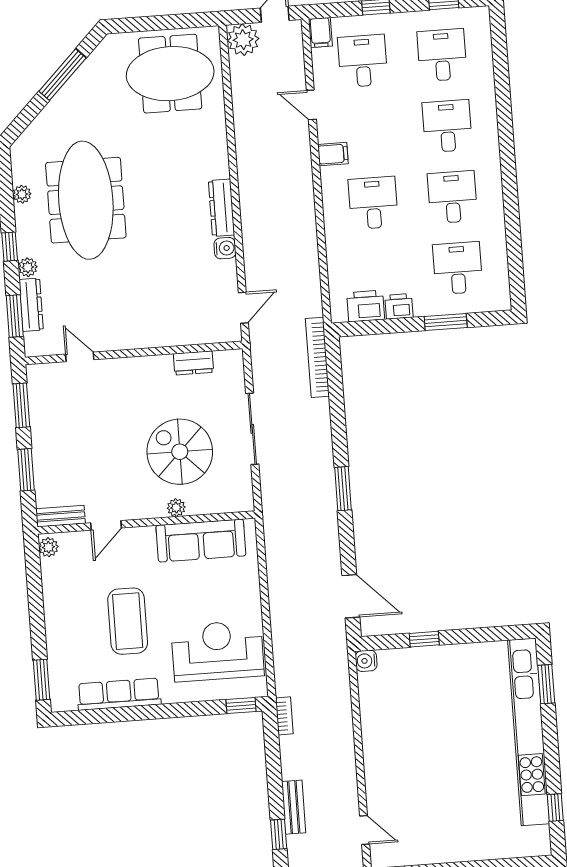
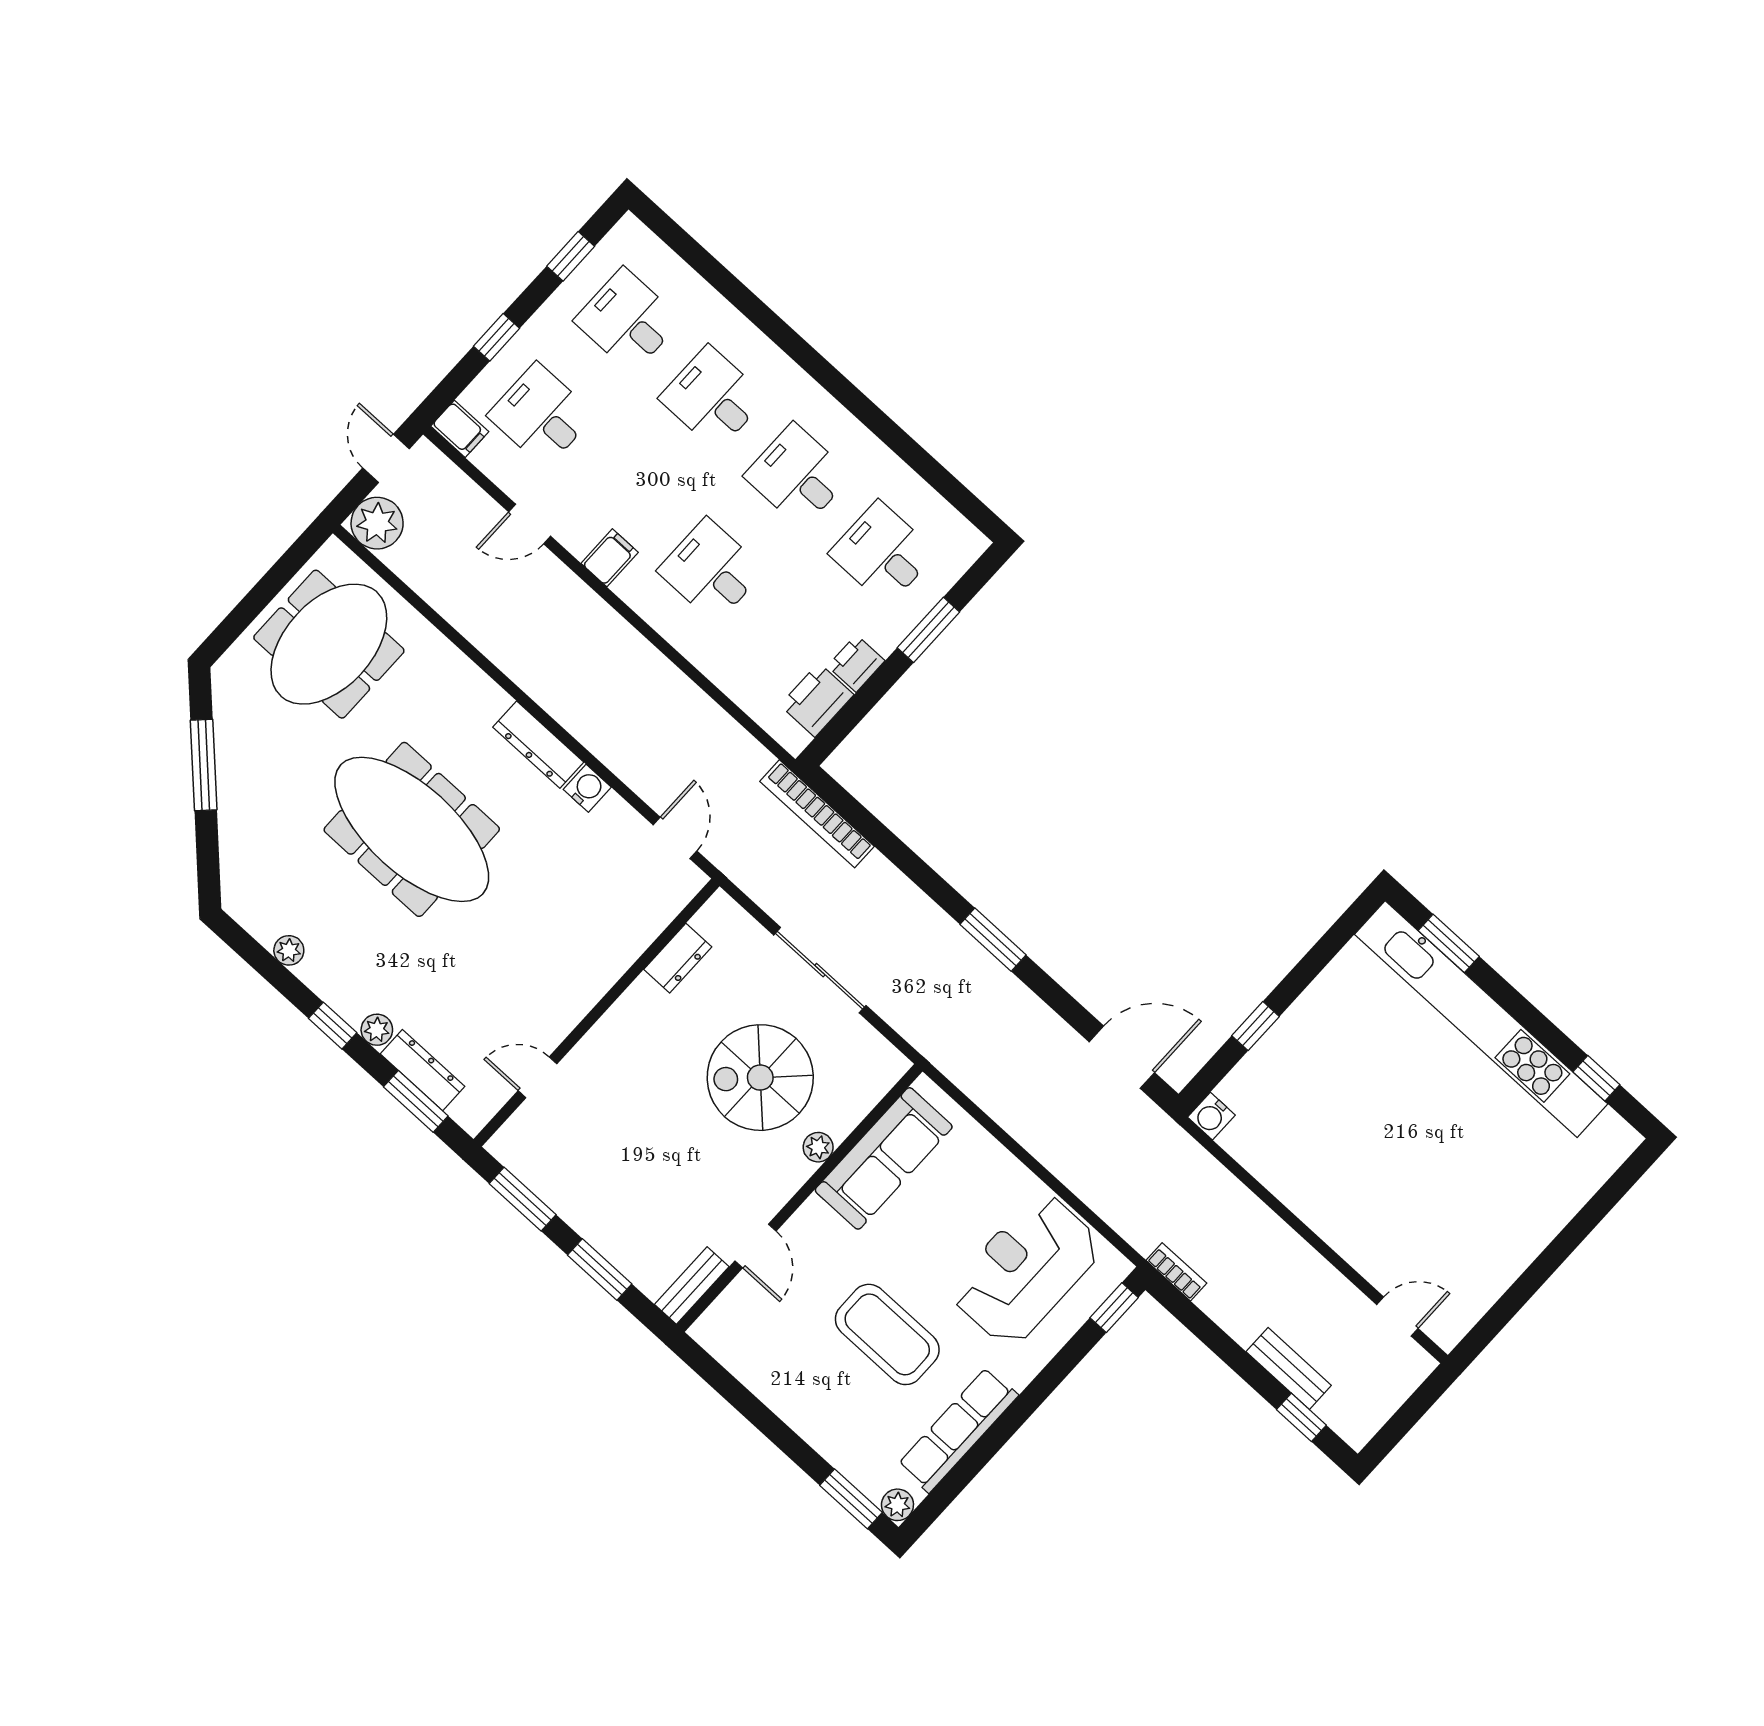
meeting table: (86, 200) -> (412, 829), moved
plant: (48, 547) -> (897, 1505), moved

